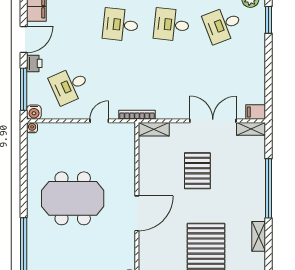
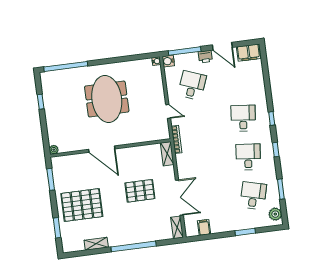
window: (268, 20) -> (245, 232), moved
desk: (223, 25) -> (253, 196), turned 36
desk: (69, 85) -> (192, 85), turned 45
filing cabinet: (256, 112) -> (204, 227), moved

